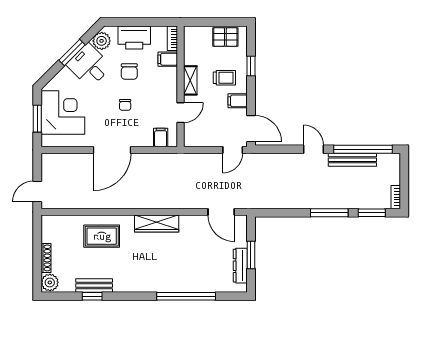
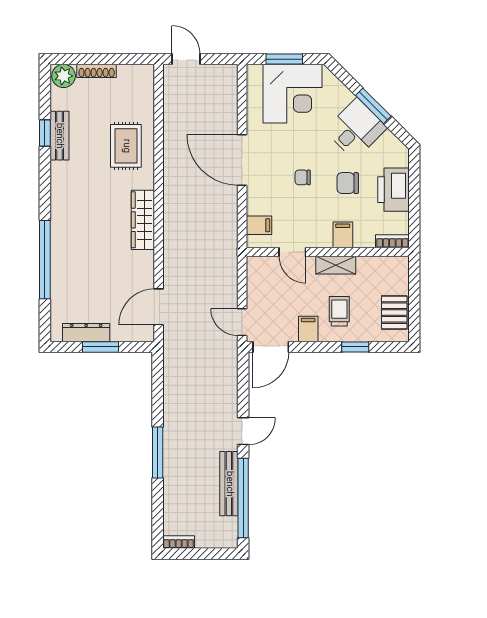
plant: (102, 41) -> (389, 146), removed
filing cabinet: (168, 59) -> (343, 235), moved
trolley: (224, 78) -> (339, 311), turned 180
window: (372, 213) -> (158, 510), removed

